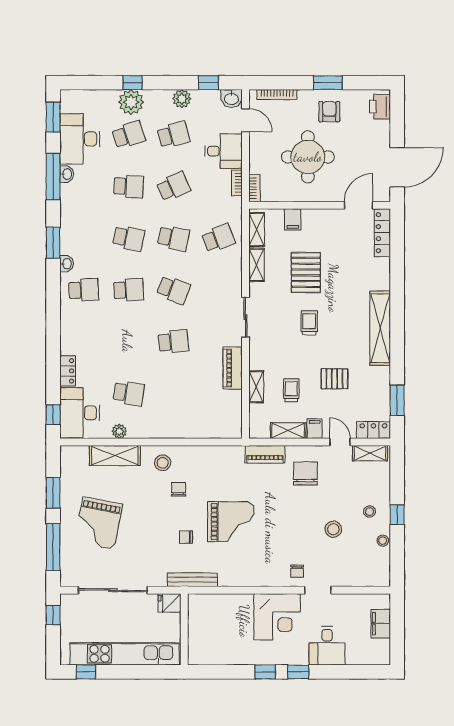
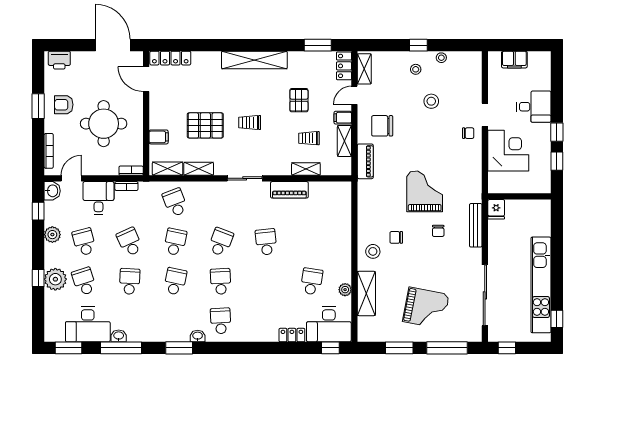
fridge: (170, 603) -> (496, 209), moved
wall: (184, 629) -> (519, 196), moved

